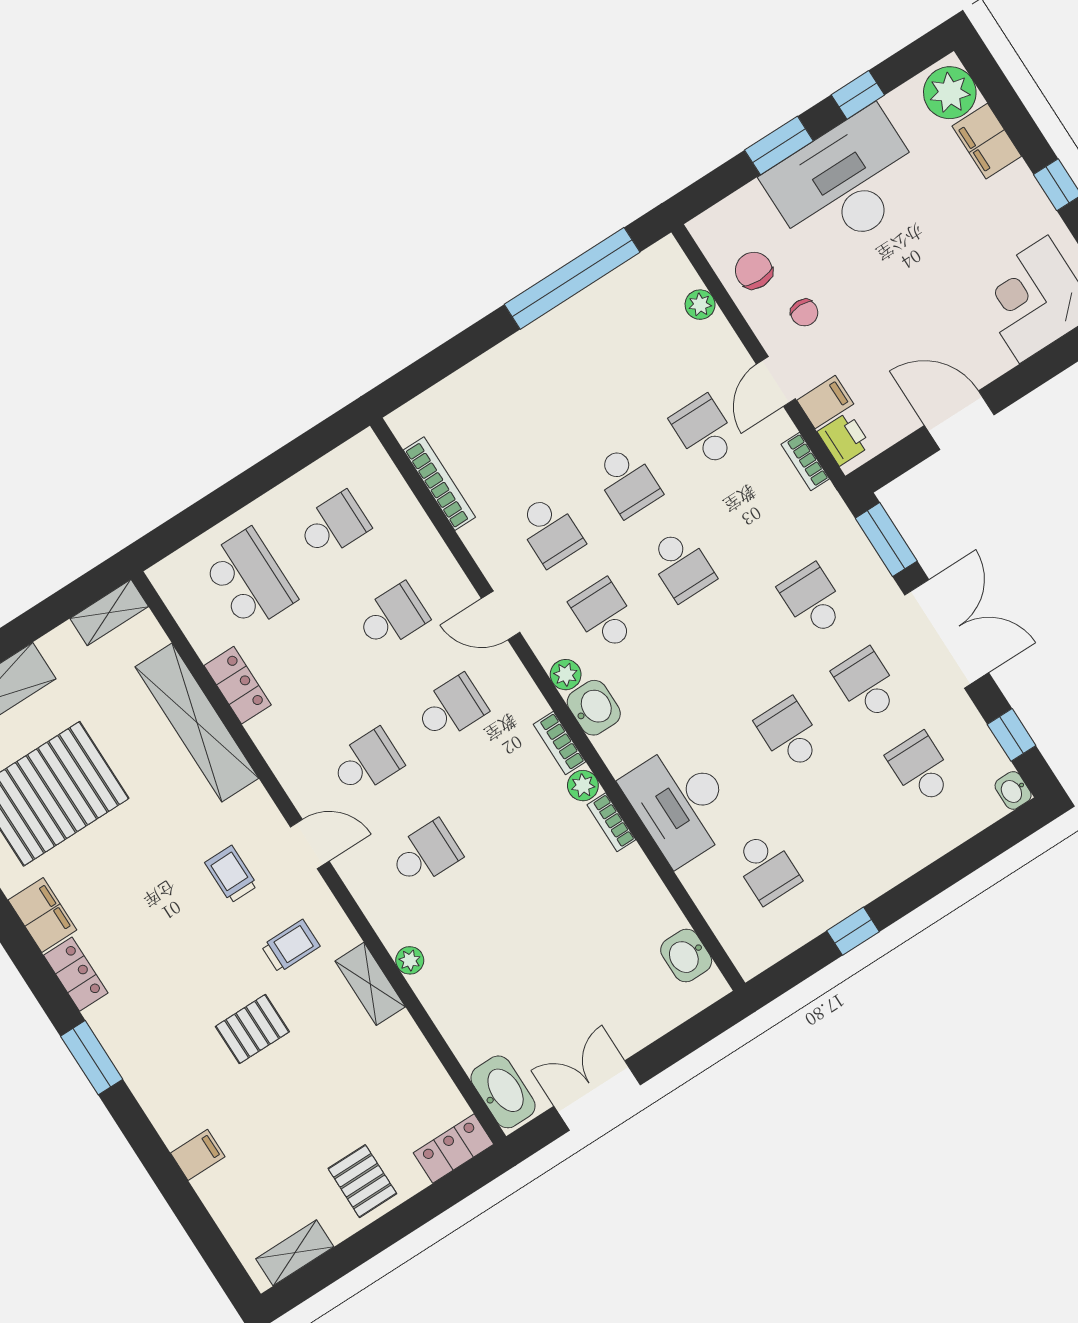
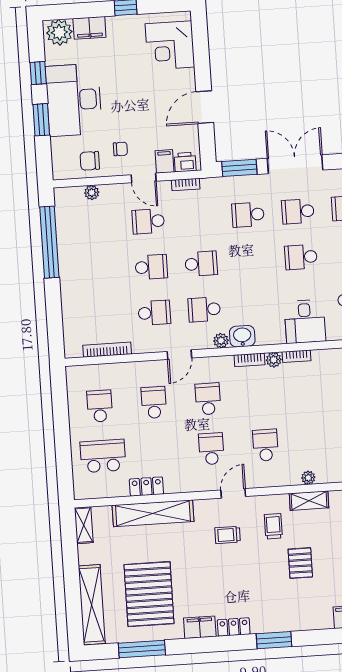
desk: (680, 803) -> (305, 322), width x0.73

